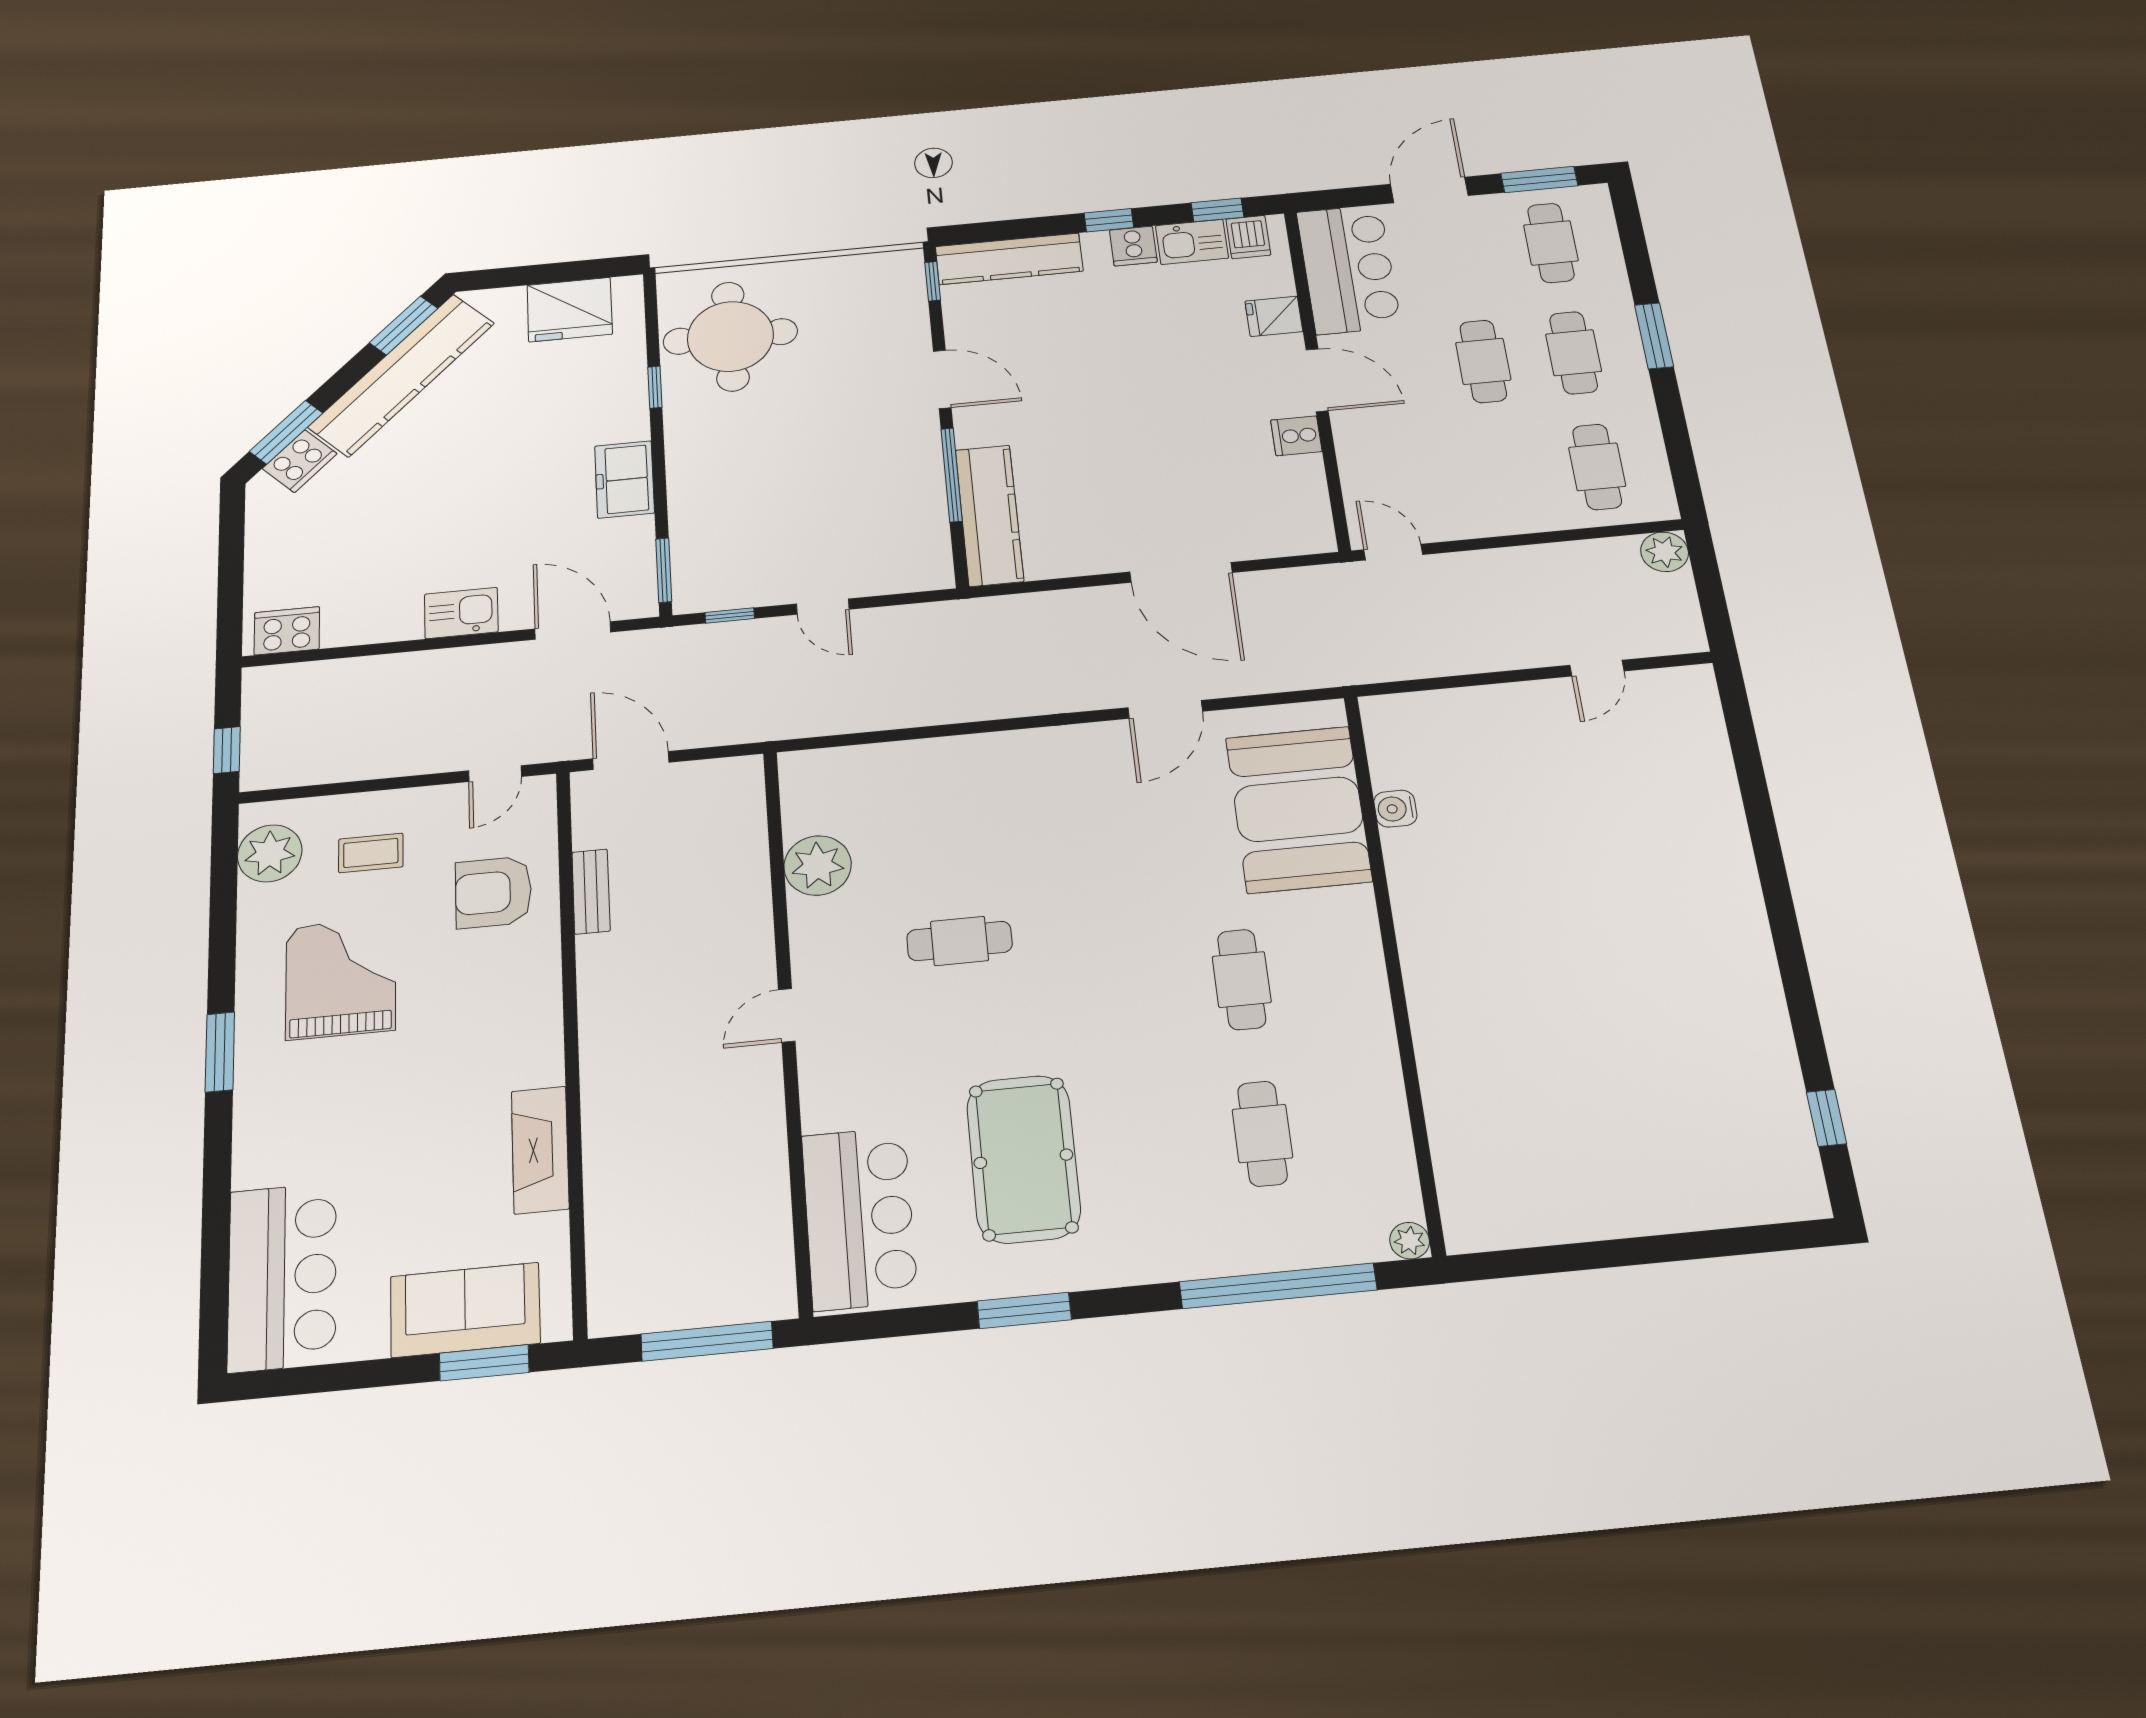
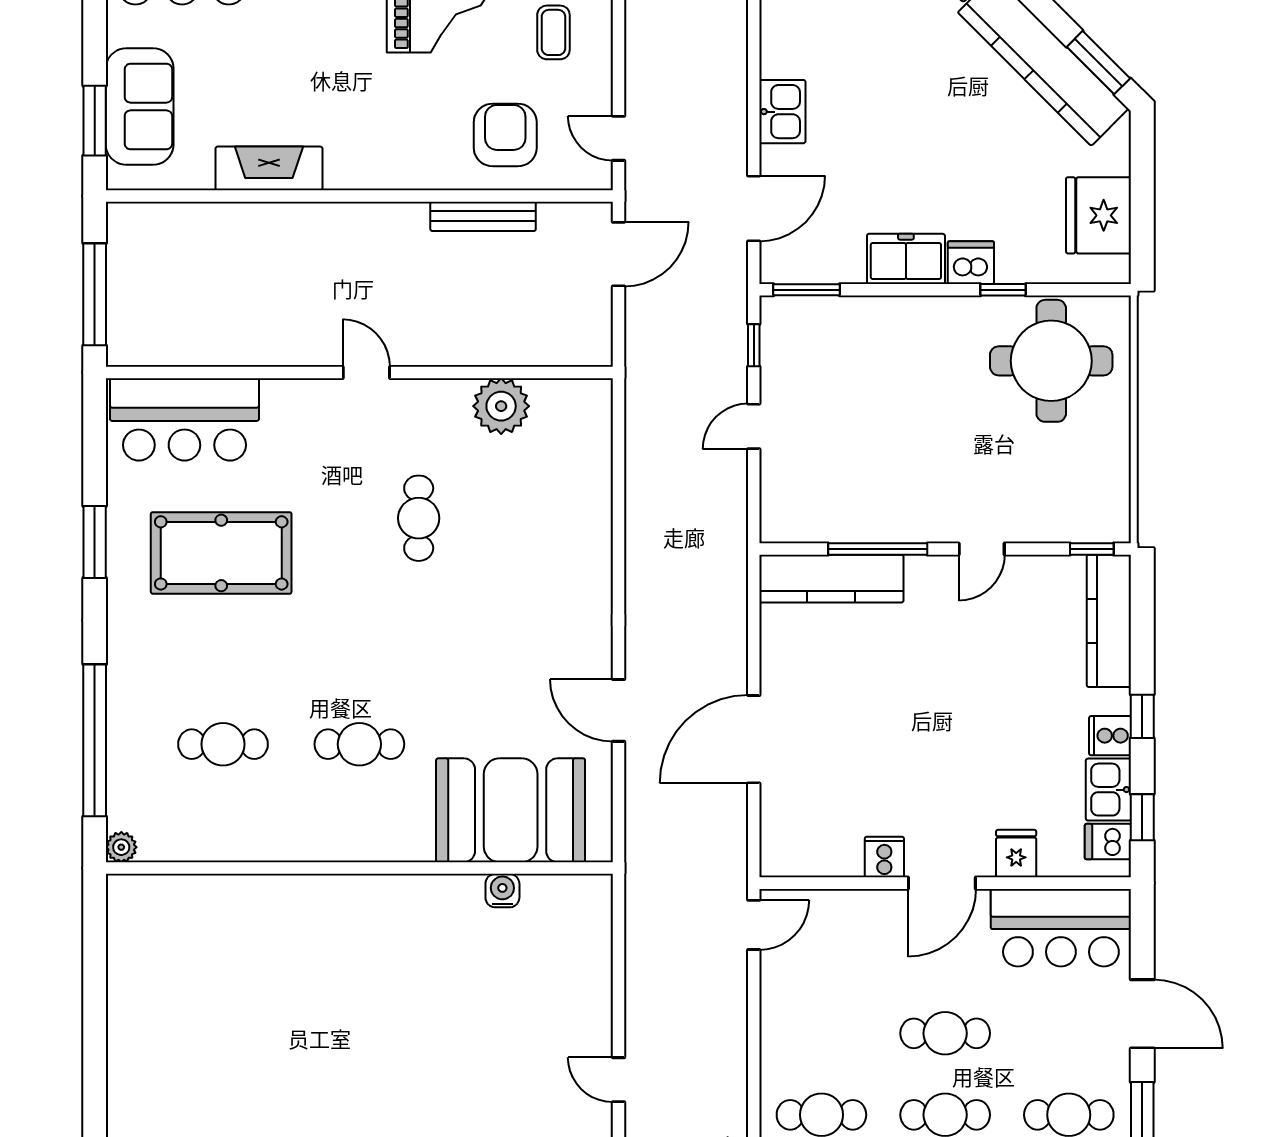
door: (942, 379) -> (982, 549), width x0.73
dishwasher: (626, 419) -> (971, 263), added
bench: (591, 891) -> (483, 216), width x1.36

